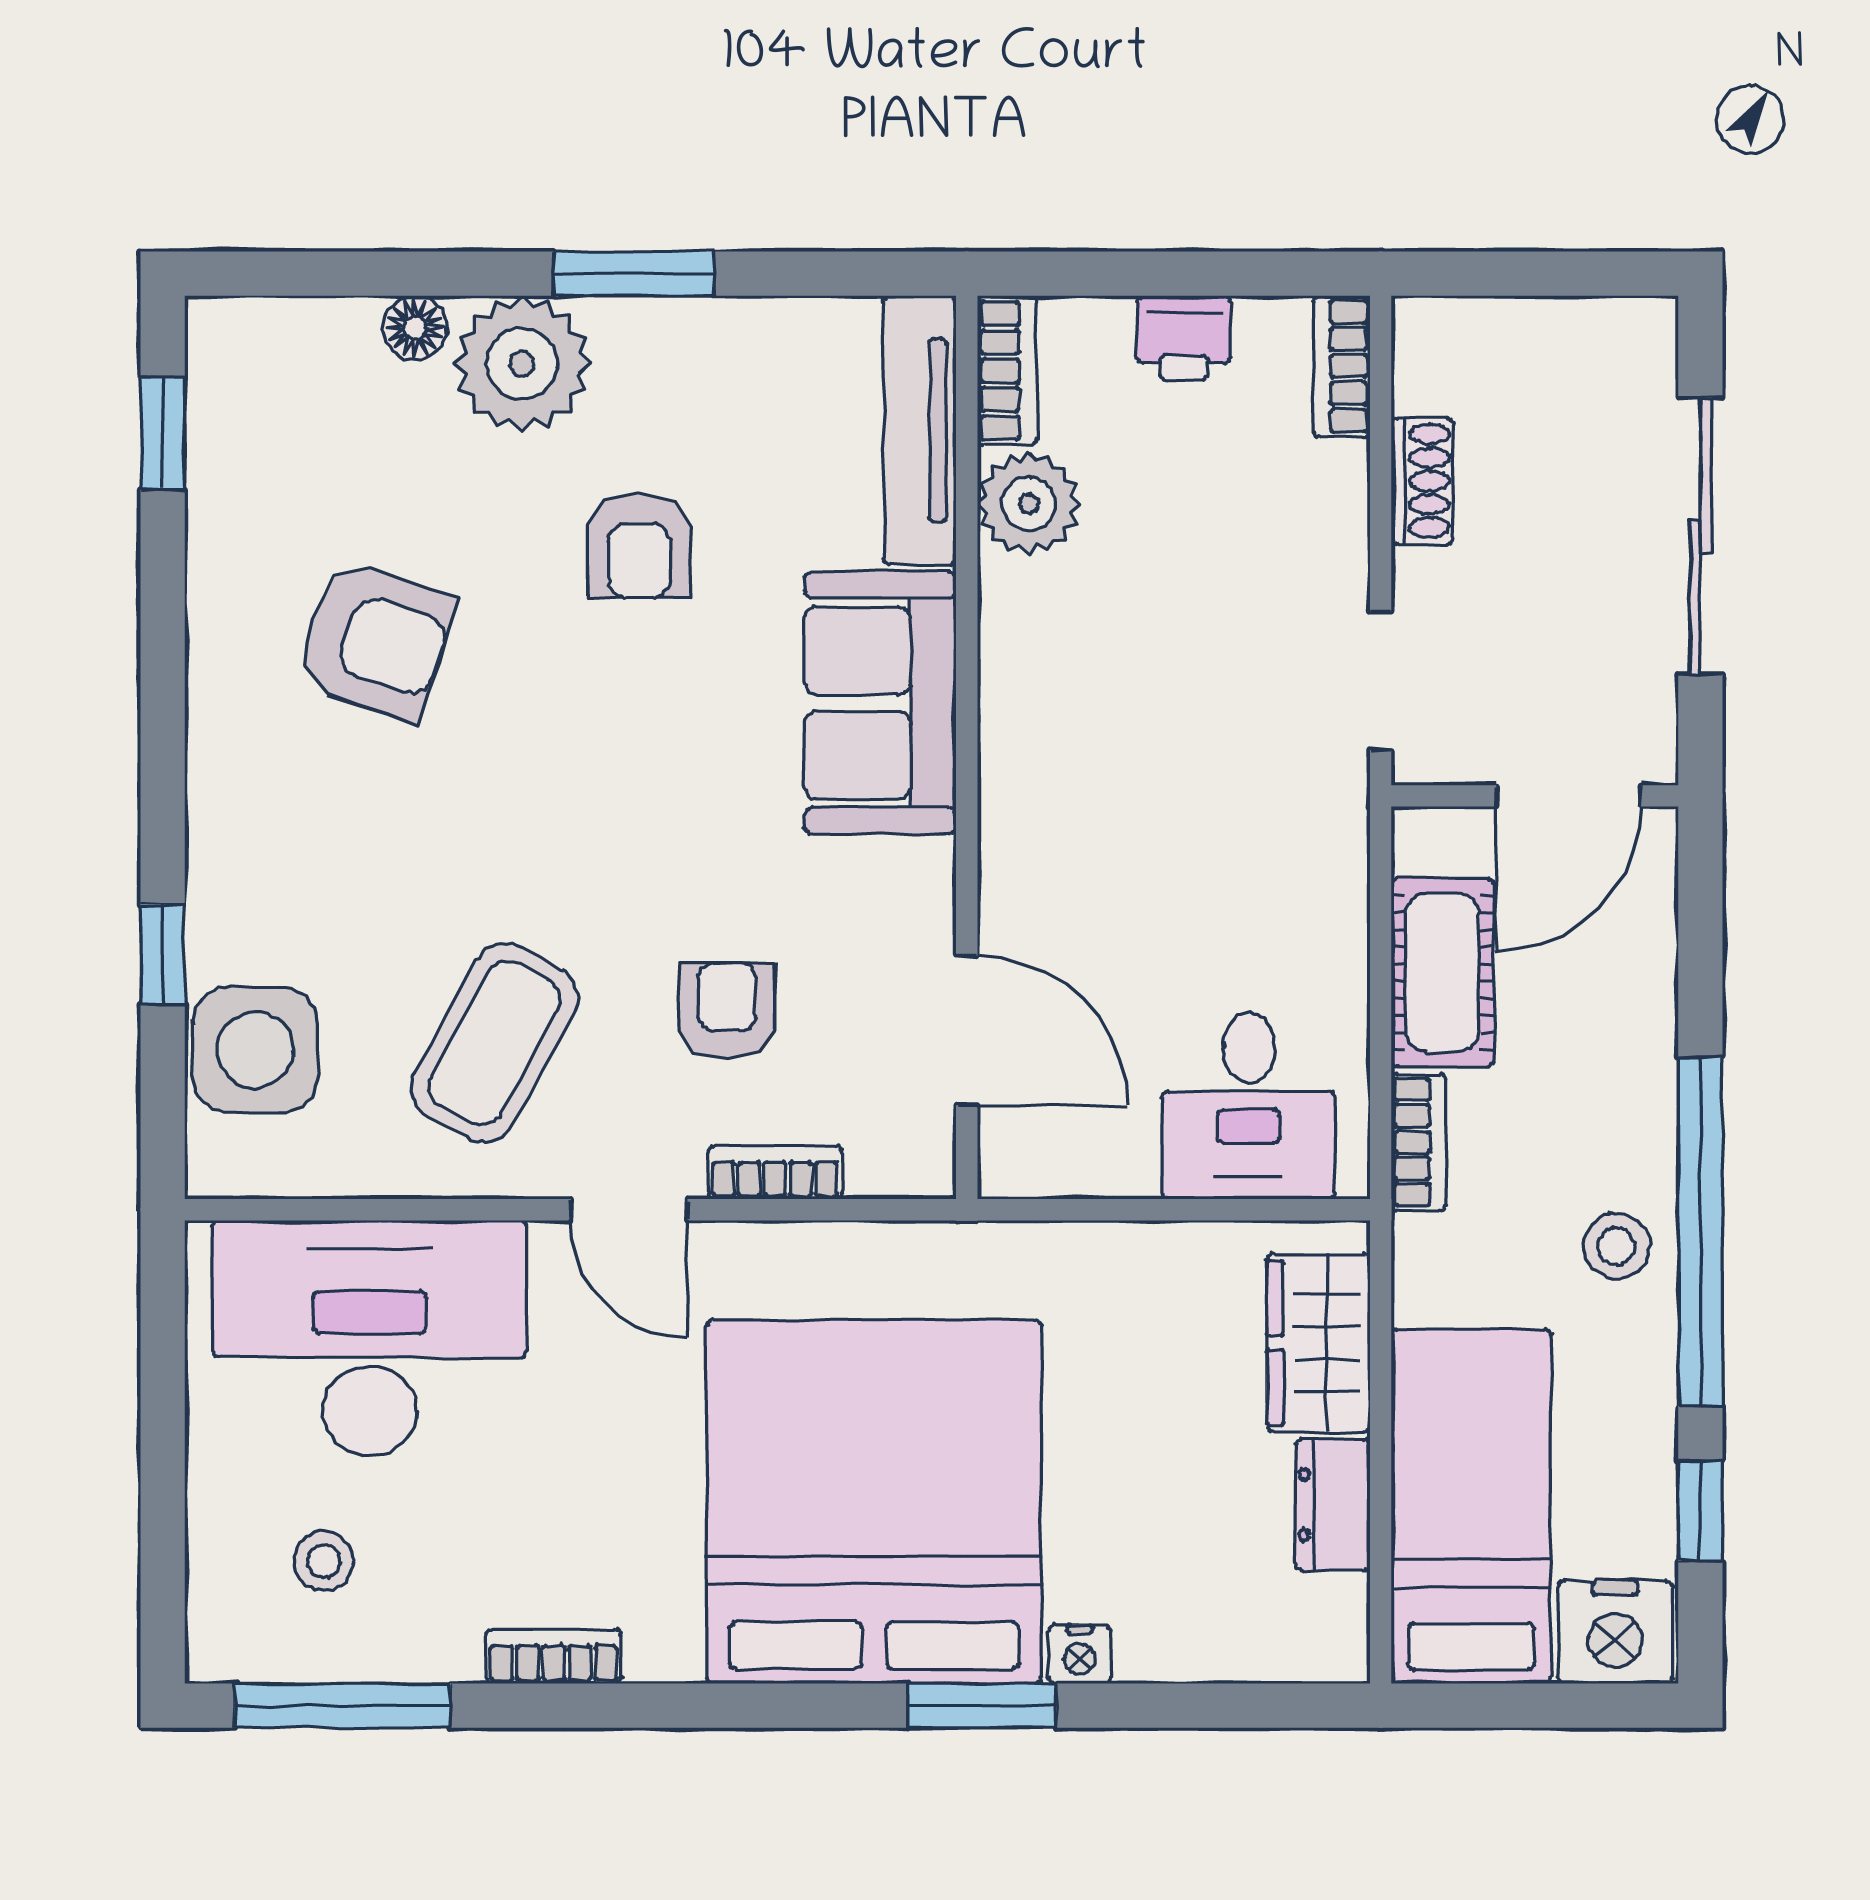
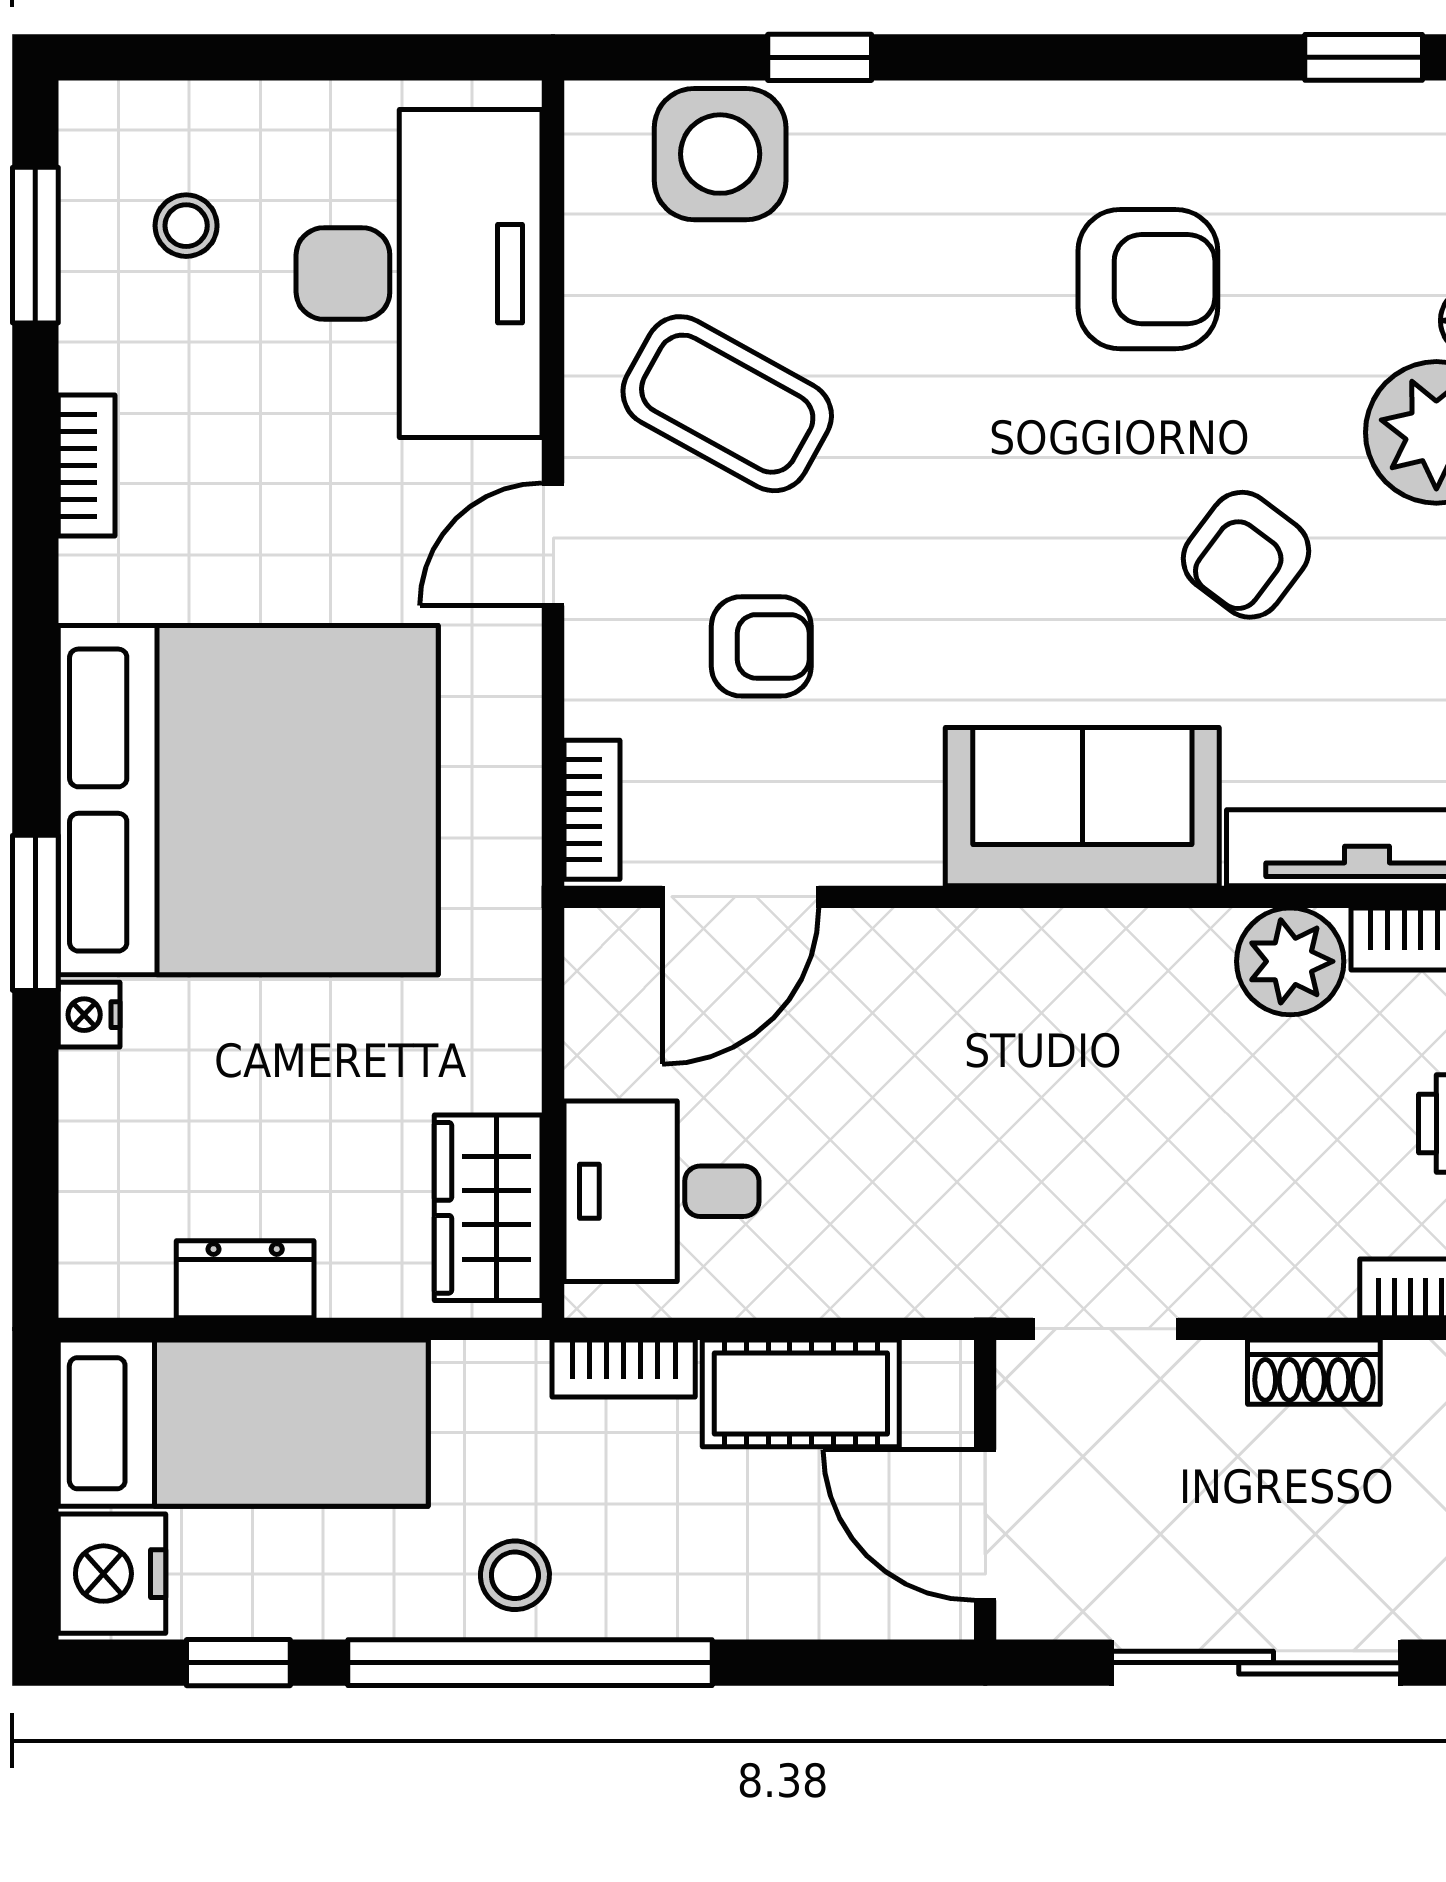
armchair: (639, 546) -> (1246, 555), turned -53
armchair: (375, 640) -> (1148, 279), turned -109
bookcase: (775, 1173) -> (592, 810), moved
wardrobe: (1319, 1343) -> (488, 1208), moved, turned -90
window: (342, 1706) -> (35, 245), width x0.69

